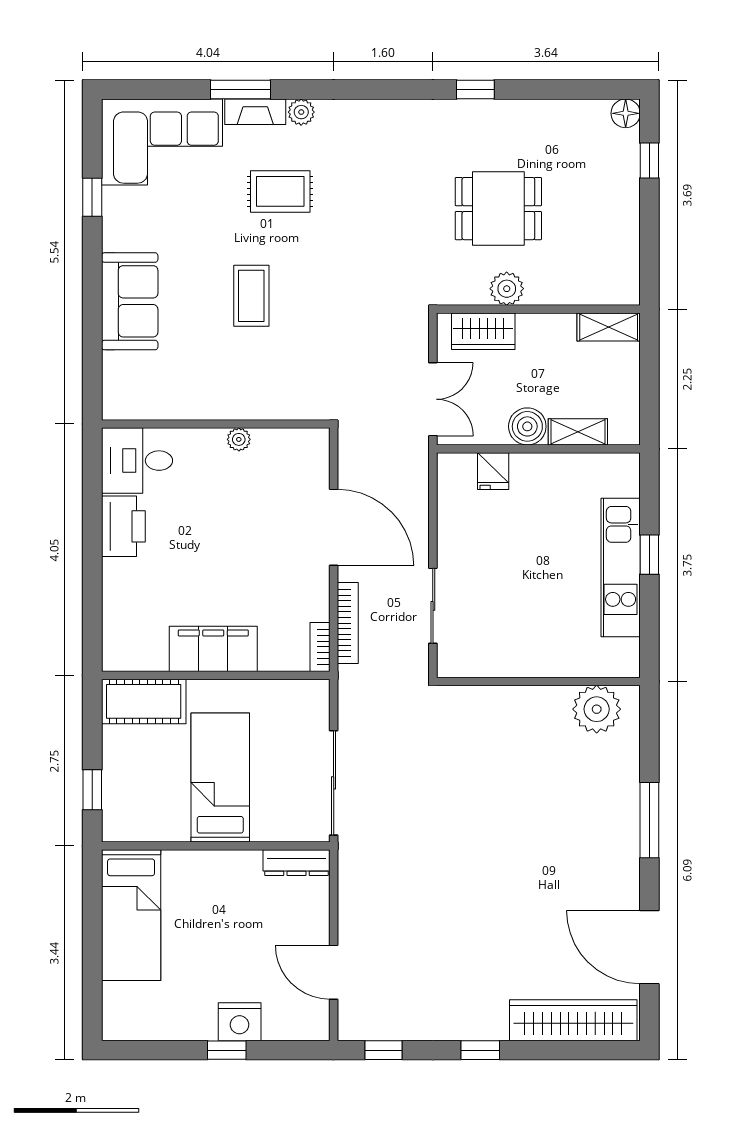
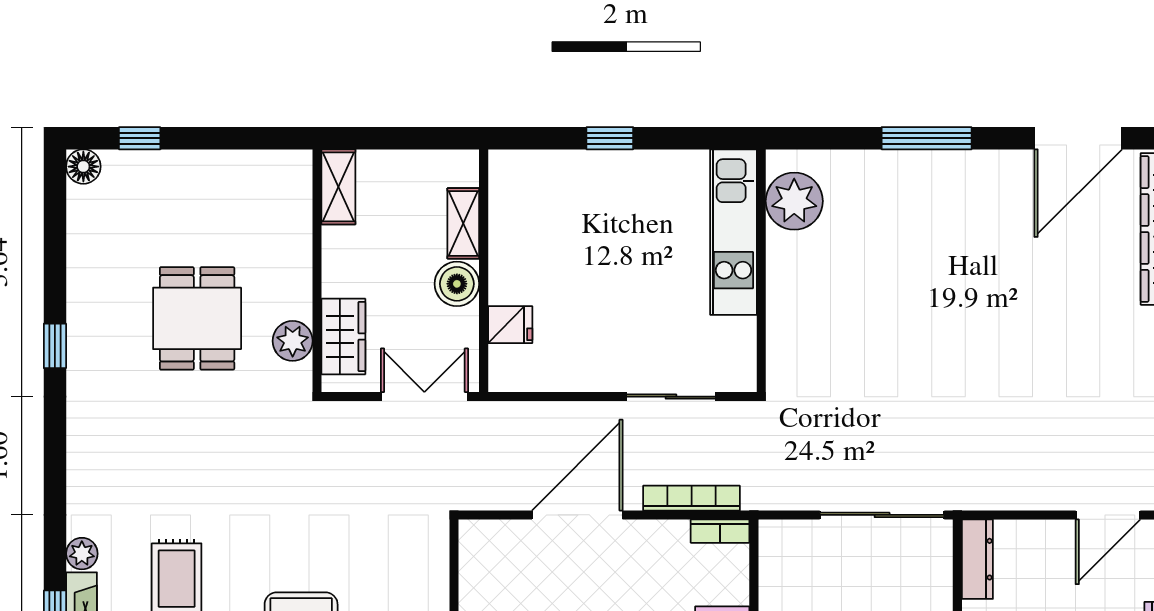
plant: (507, 289) -> (293, 341), moved
kitchen unit: (621, 567) -> (733, 232), moved, turned 90

